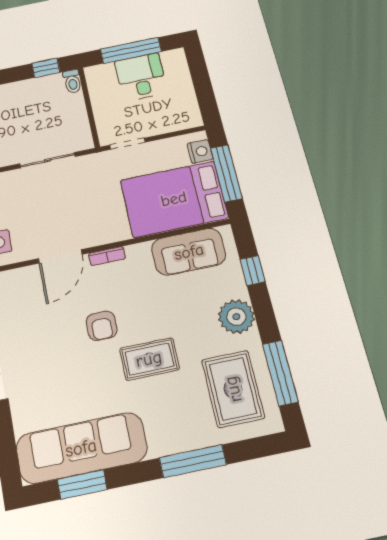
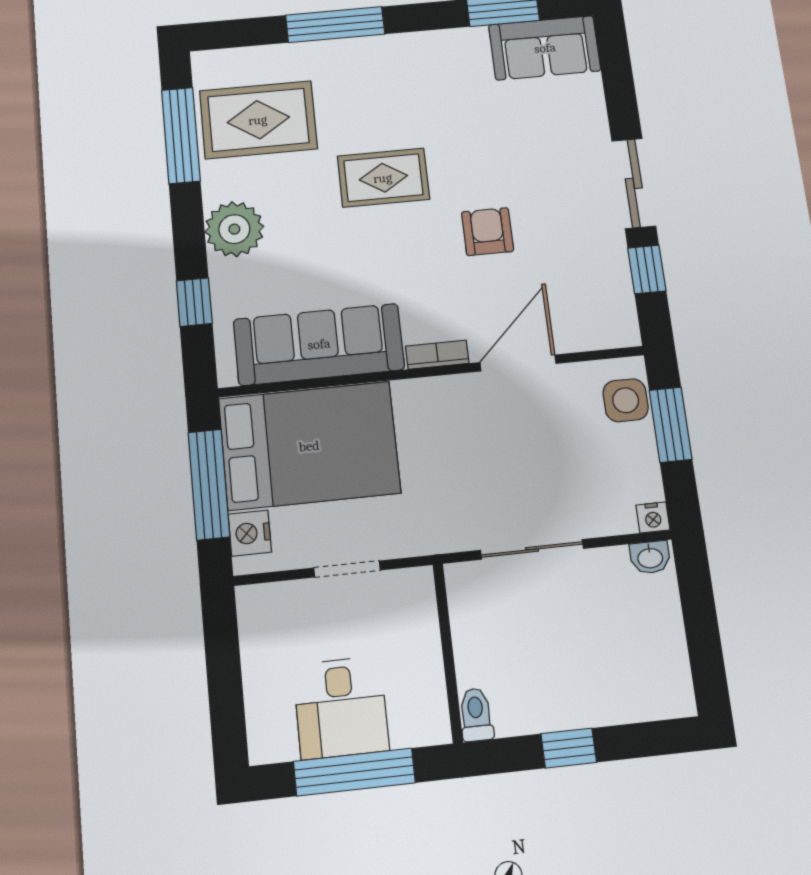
window: (46, 68) -> (569, 748), moved
doorway: (127, 144) -> (347, 569), moved
sofa: (189, 252) -> (319, 344), width x1.36
armchair: (102, 326) -> (488, 232), moved
rug: (233, 389) -> (258, 120), turned 90
sofa: (81, 448) -> (545, 48), width x0.54, depth x0.79

